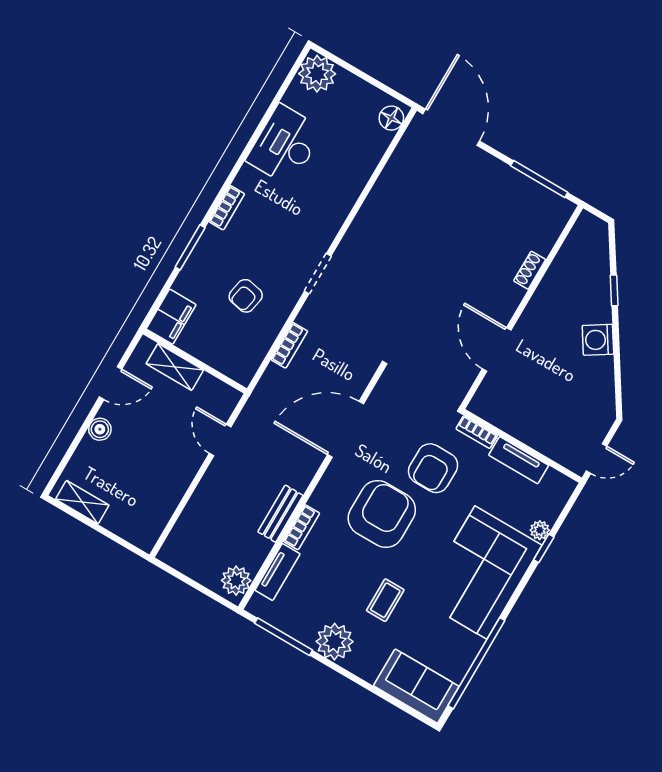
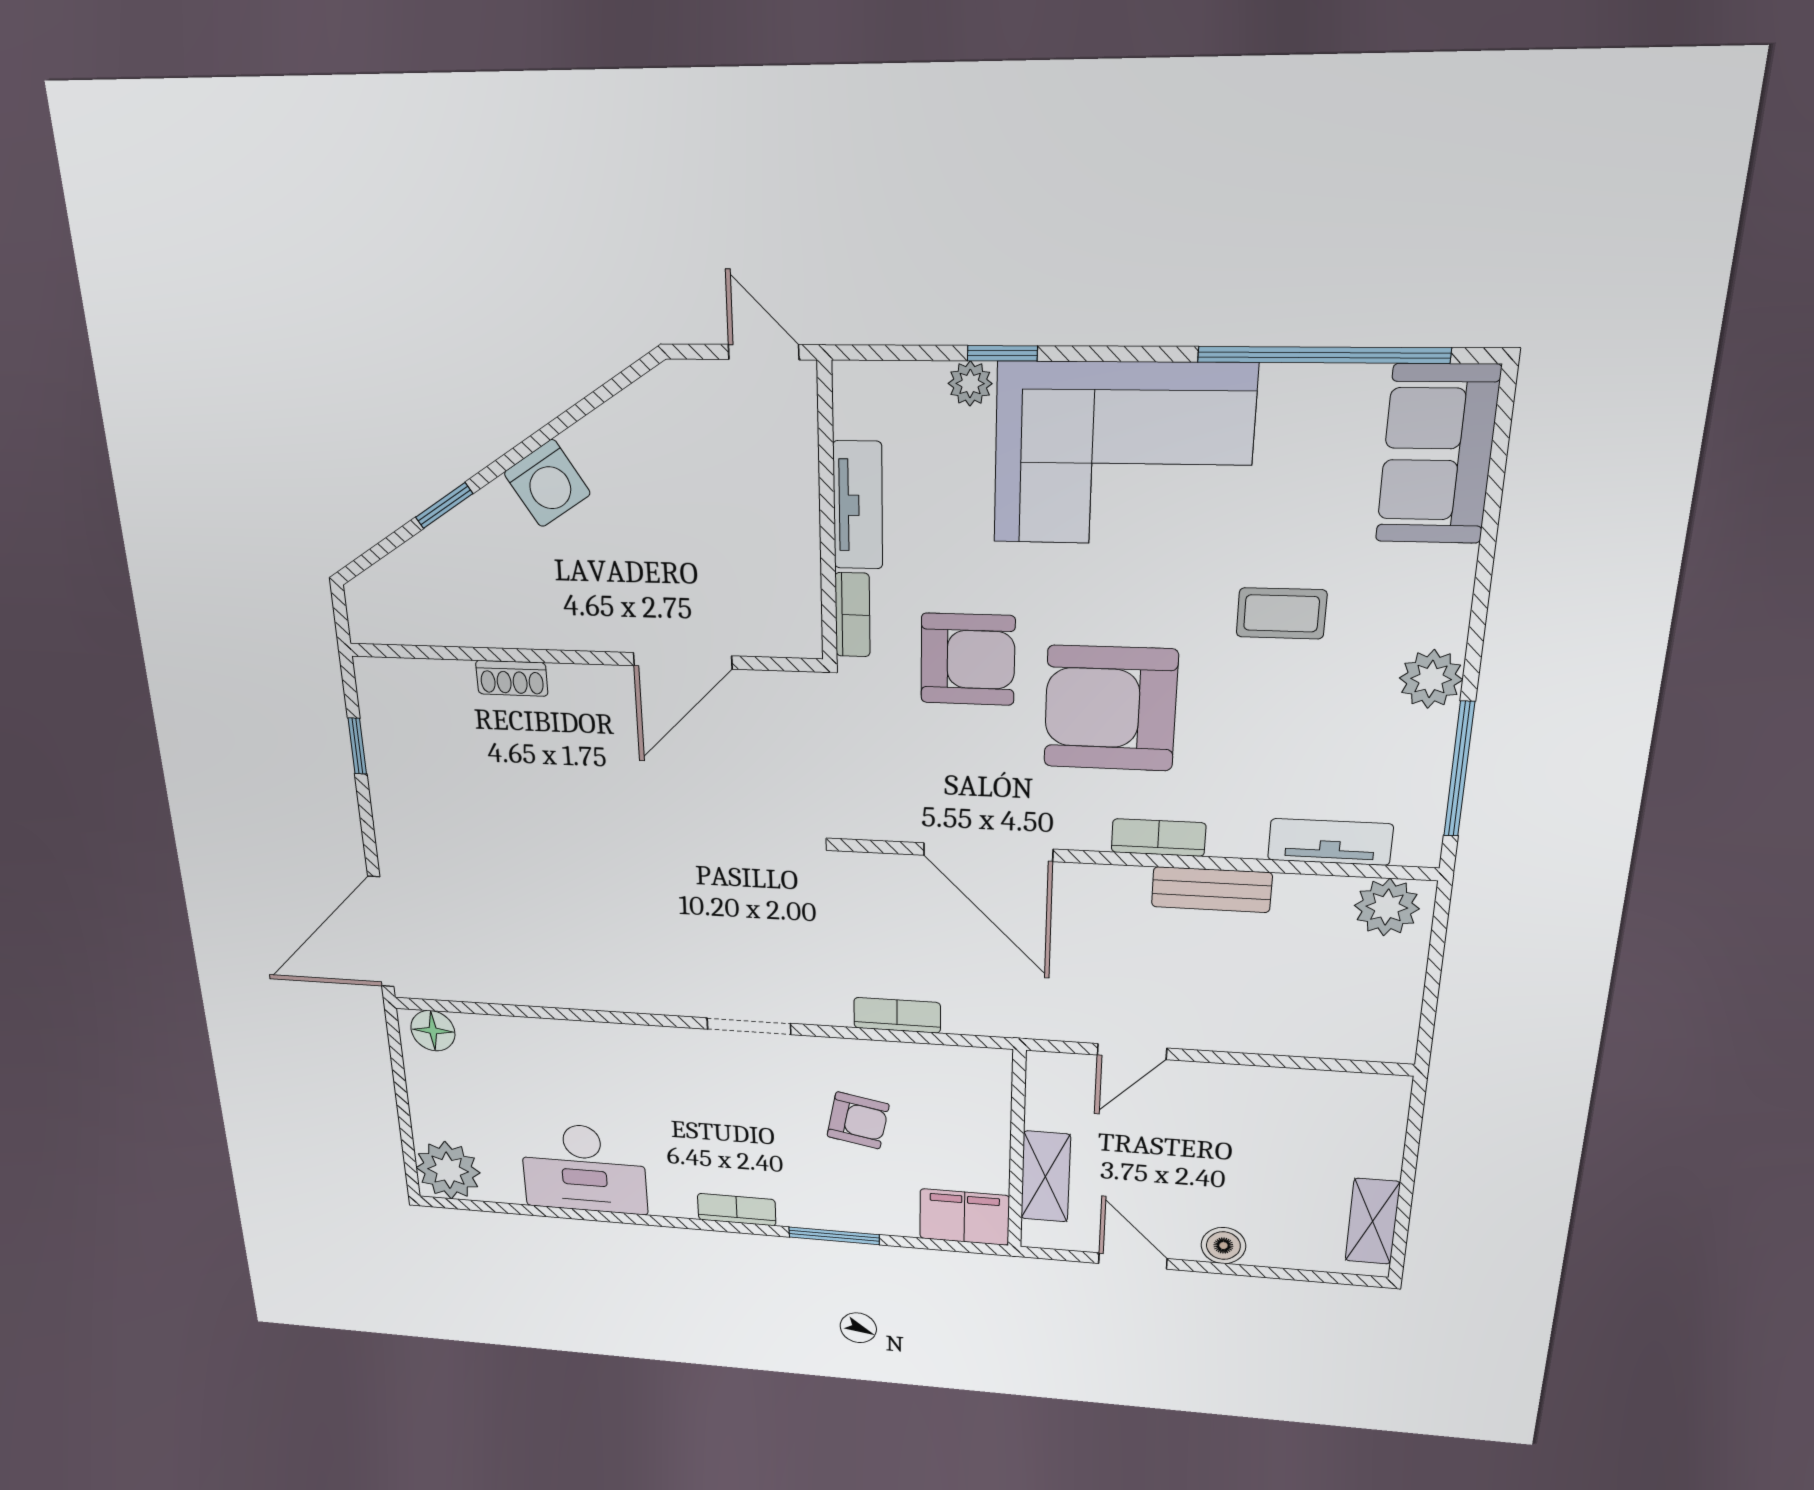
window: (539, 179) -> (357, 746), width x0.46
bookcase: (302, 527) -> (1158, 838), moved
plant: (335, 642) -> (1431, 679), width x0.73, depth x0.73

